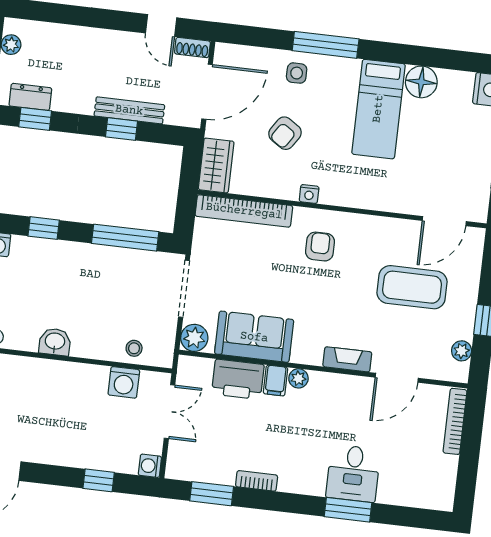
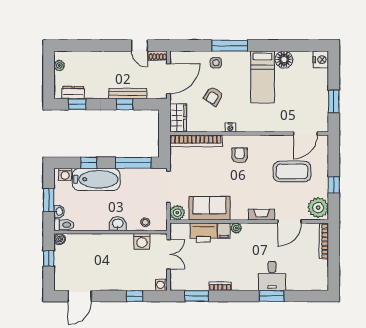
bathtub: (54, 260) -> (96, 179), added
washbasin: (55, 342) -> (118, 224), moved
plant: (462, 351) -> (318, 208), width x1.88, depth x1.88

